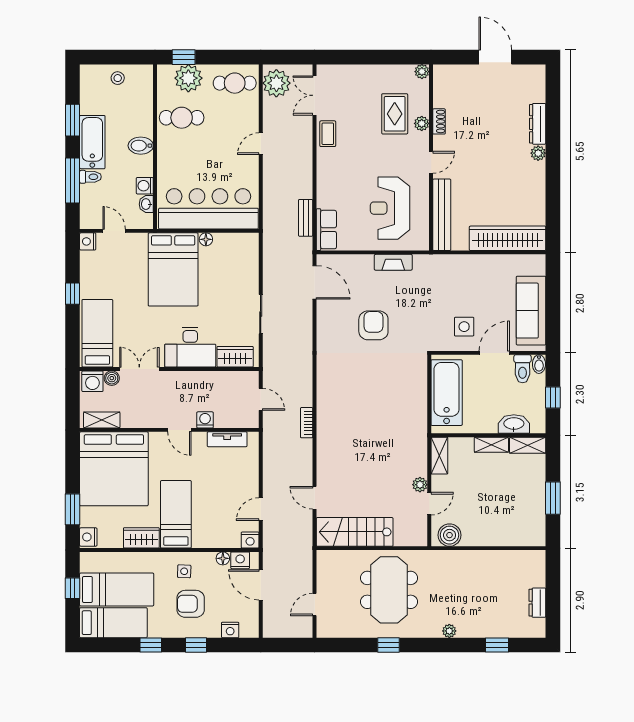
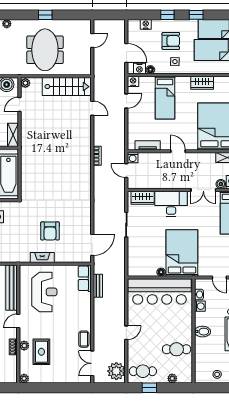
window: (184, 57) -> (149, 388), moved
plant: (188, 78) -> (172, 378), width x0.53, depth x0.53
double door: (315, 95) -> (92, 363), swing flipped
door: (315, 282) -> (92, 245), swing flipped
armchair: (373, 325) -> (50, 231), moved
washing machine: (205, 420) -> (133, 158), moved
plant: (420, 485) -> (25, 83), moved
bed: (176, 514) -> (165, 98), moved

